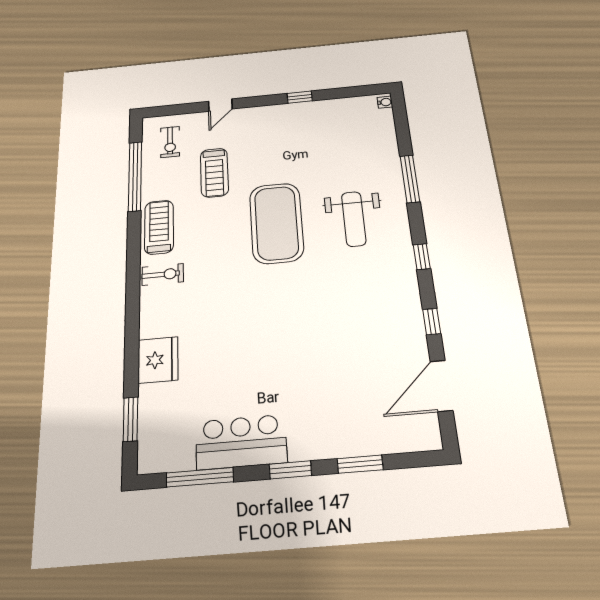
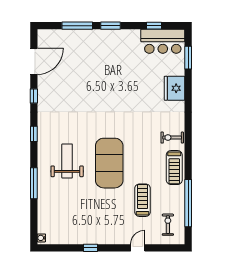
bar counter: (241, 442) -> (163, 41), moved
window: (360, 464) -> (77, 26), width x1.44
window: (200, 477) -> (154, 26), width x0.46

